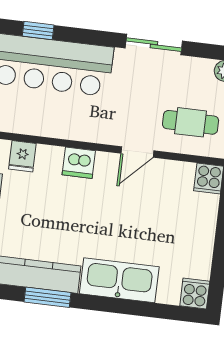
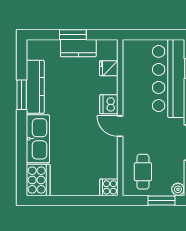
door: (137, 152) -> (120, 126), moved
cooker: (195, 294) -> (38, 180), width x1.87, depth x1.31

